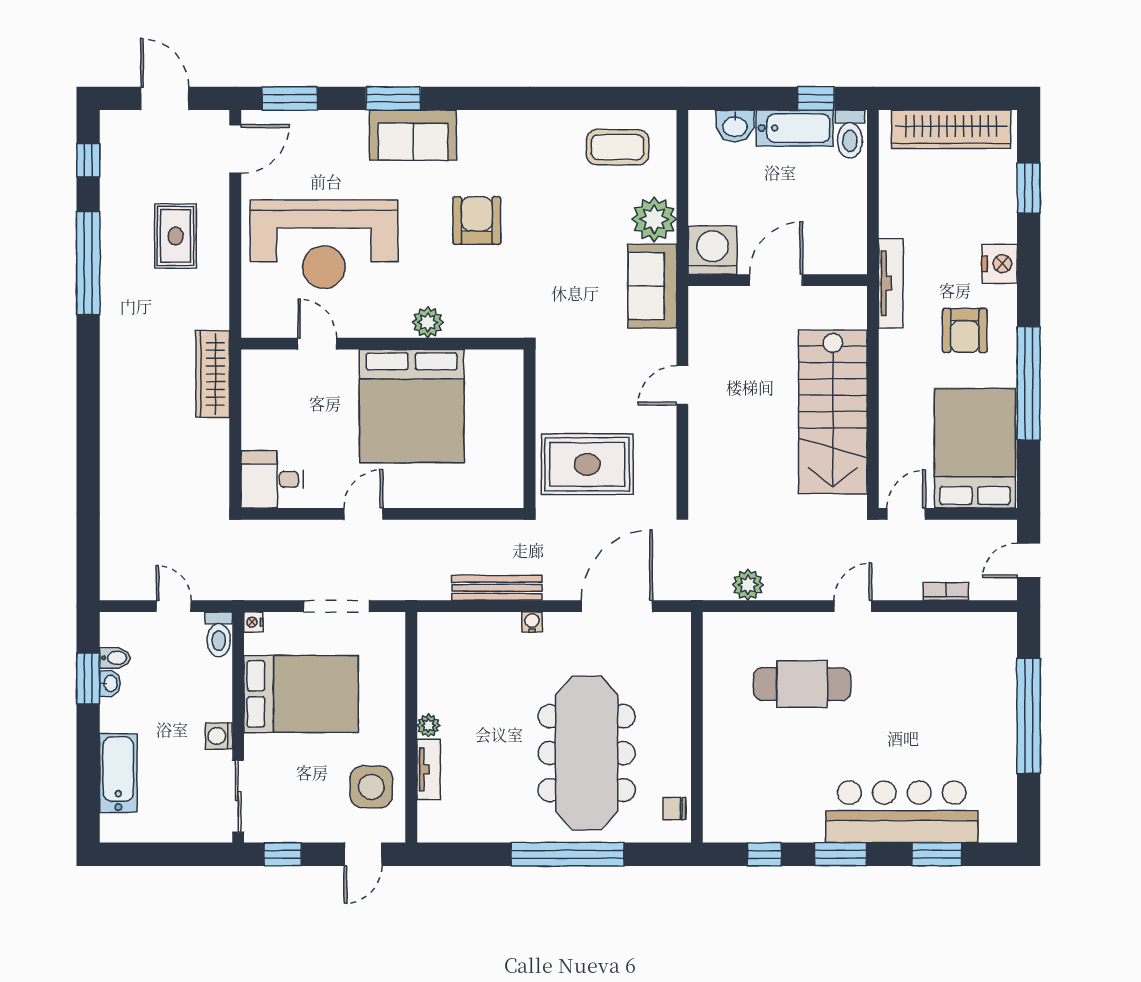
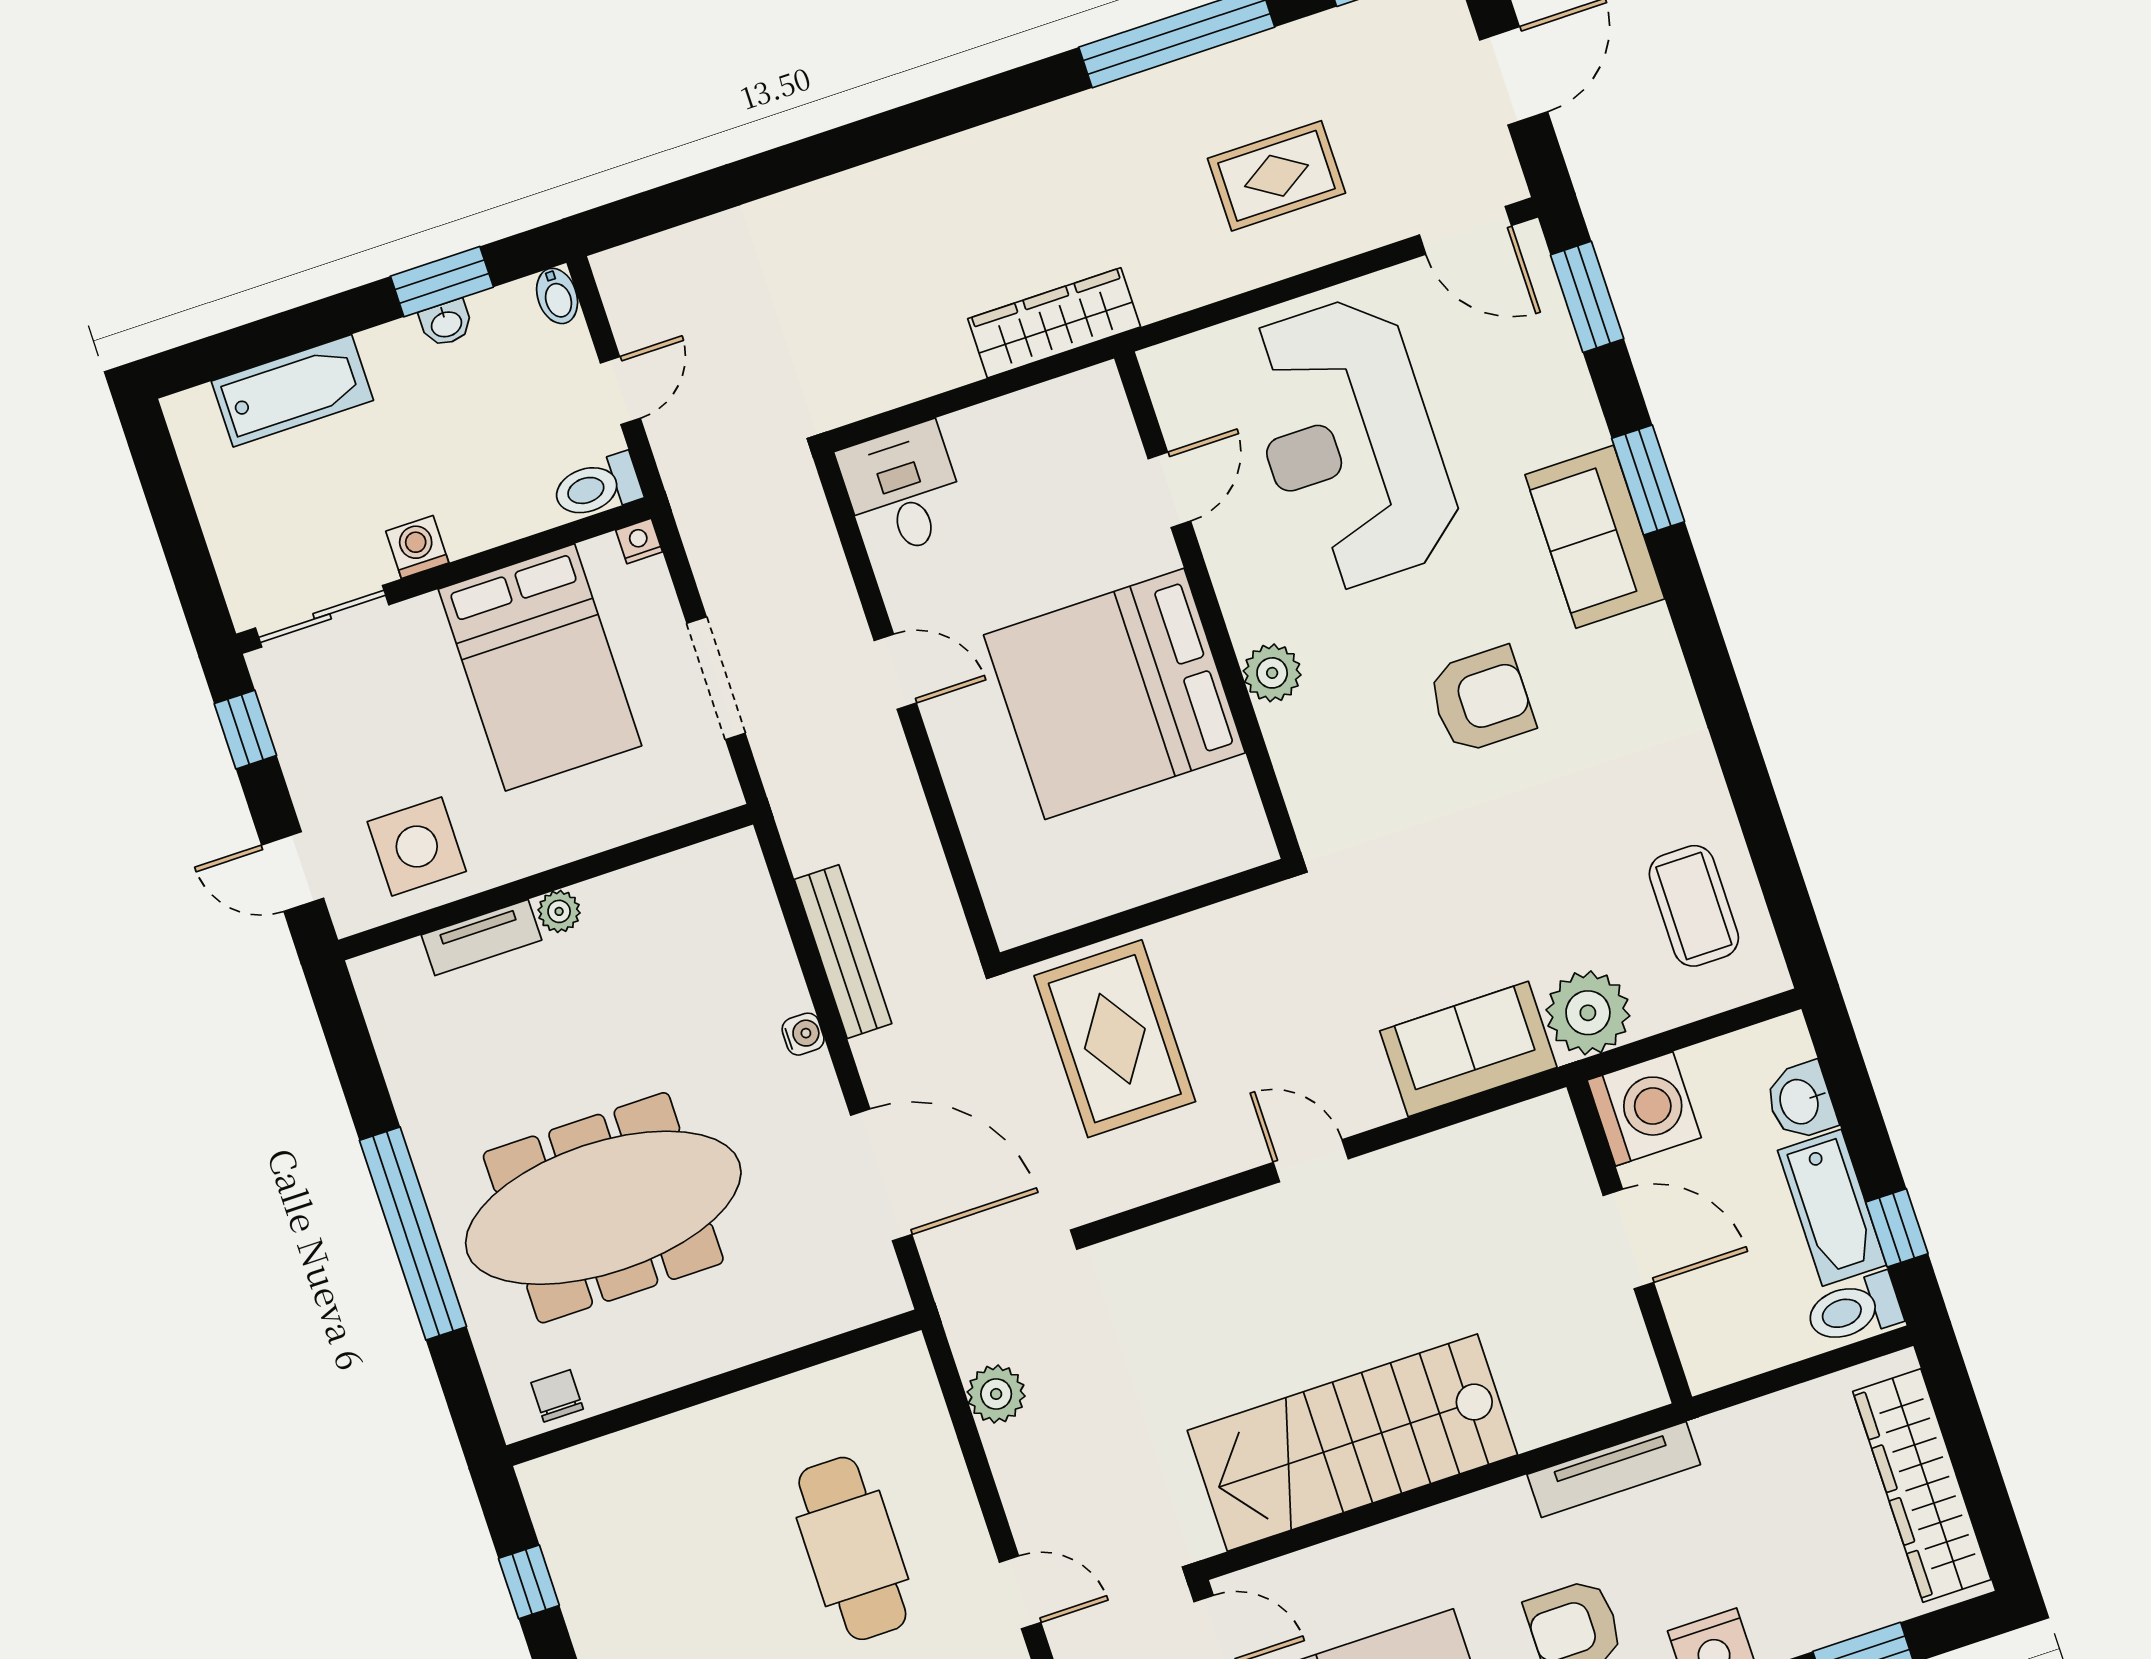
washing machine: (712, 250) -> (1644, 1109), moved
door: (776, 280) -> (1628, 1239), moved
wall: (778, 280) -> (1629, 1242), moved
bidet: (115, 658) -> (557, 296), moved

